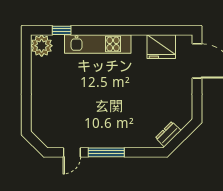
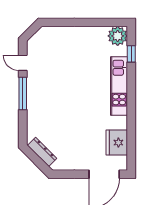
dresser: (168, 134) -> (42, 152), width x1.44

